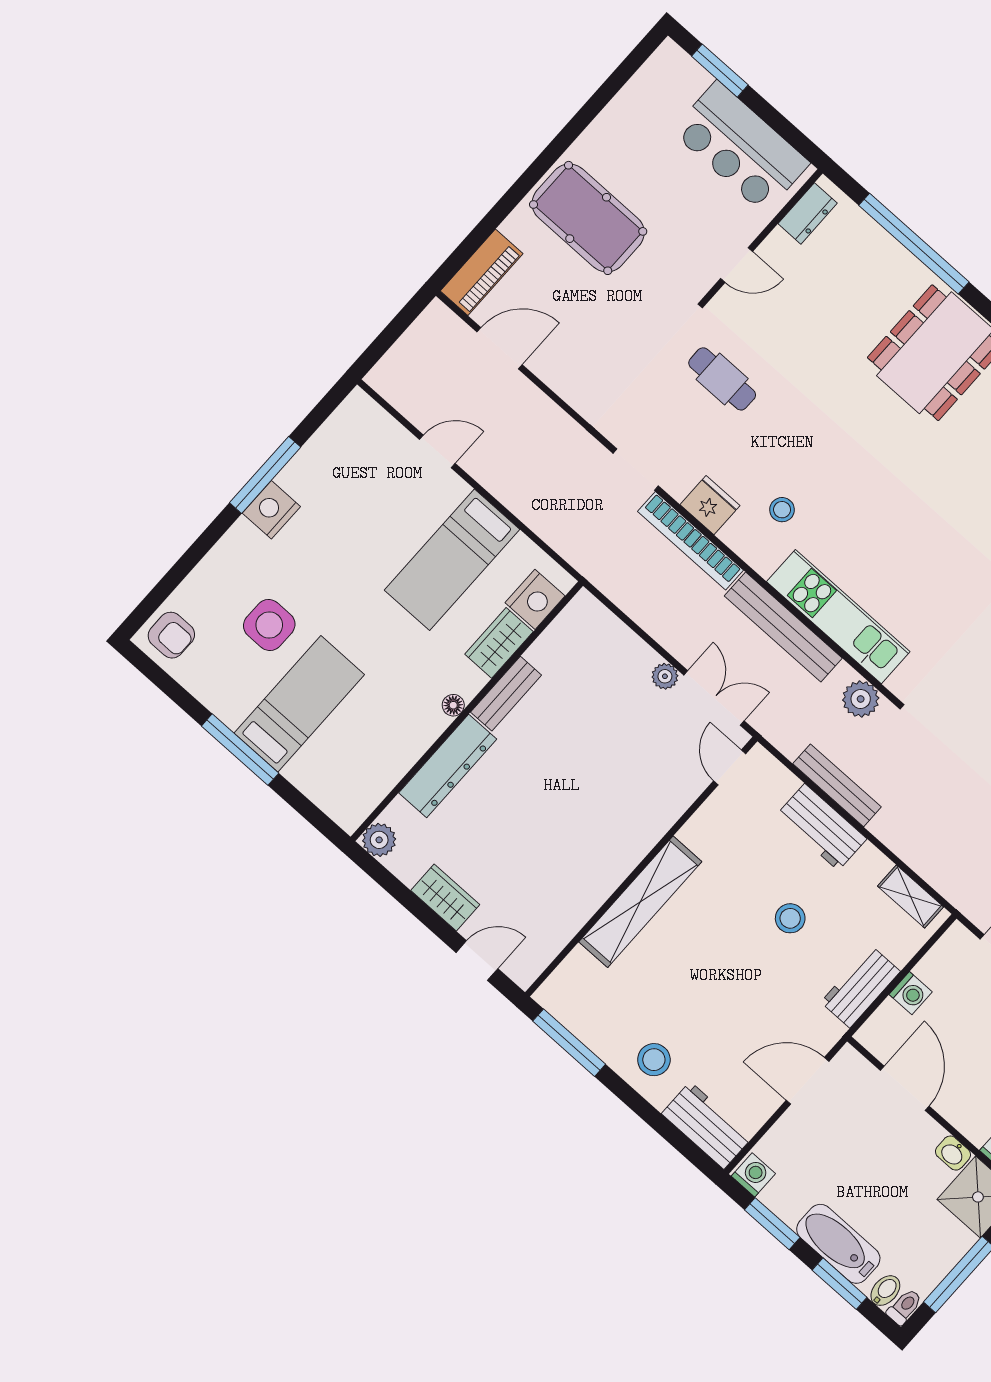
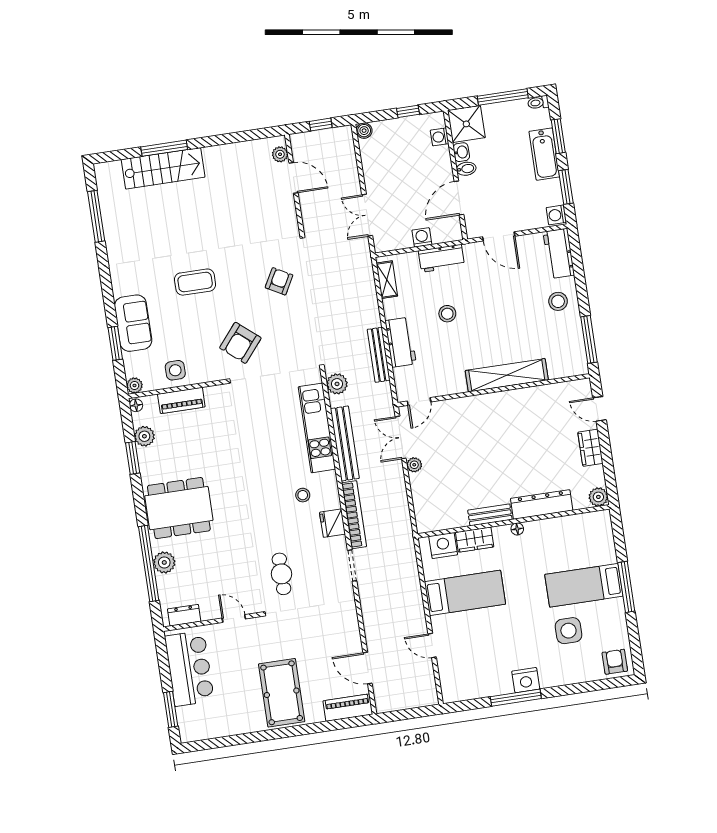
plant: (894, 263) -> (164, 562), added
bidet: (885, 1291) -> (466, 169), moved, turned 180

